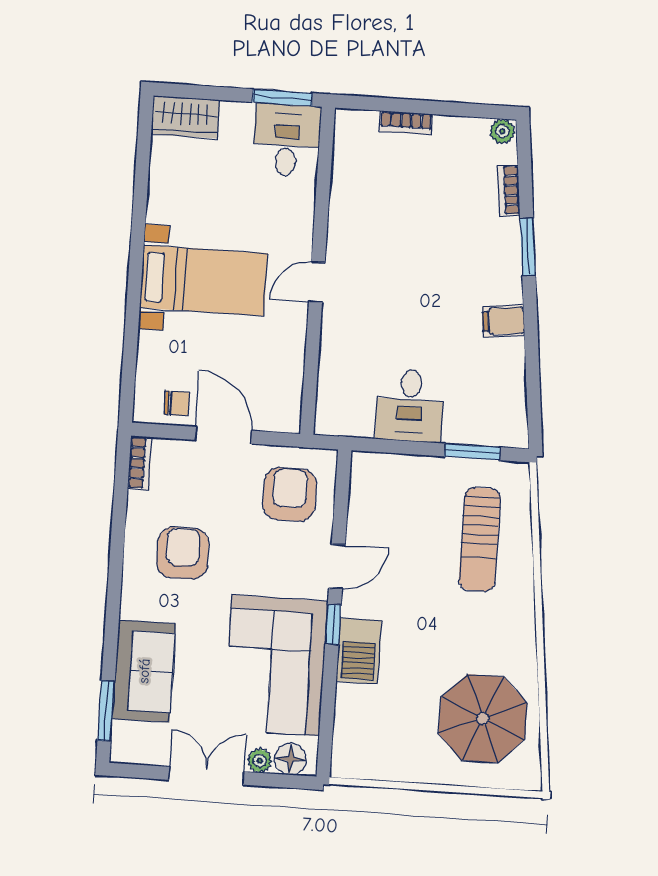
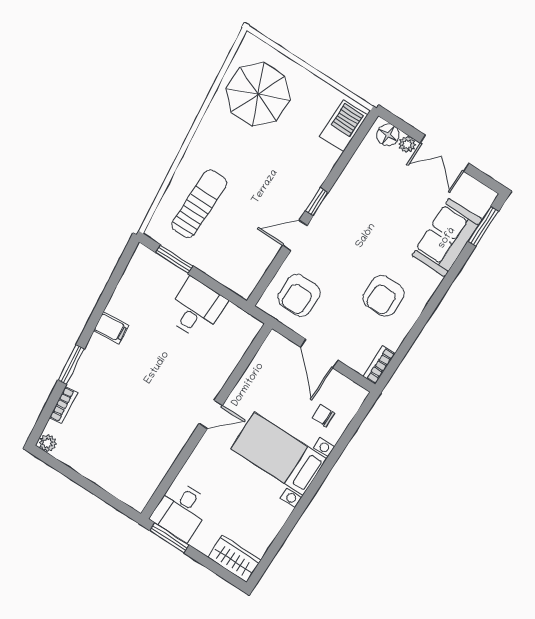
bookcase: (406, 123) -> (103, 481), removed
chair: (177, 403) -> (323, 416), moved
barbecue: (359, 651) -> (344, 126), moved
corner sofa: (275, 665) -> (365, 197), removed

